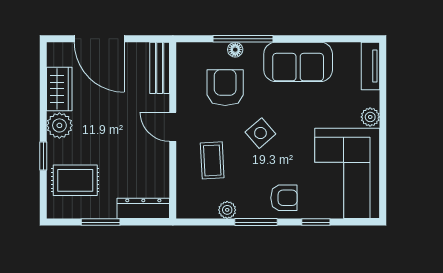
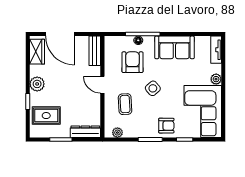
wardrobe: (59, 89) -> (37, 52), moved
plant: (227, 210) -> (117, 133), moved

